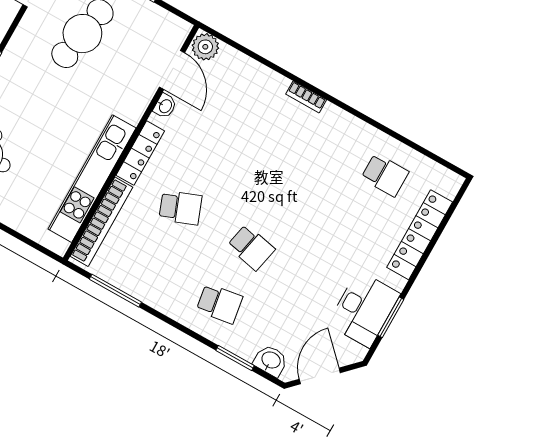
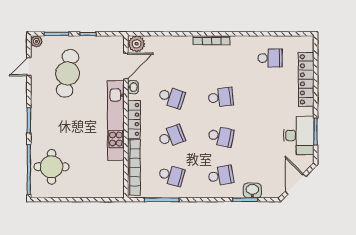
door: (172, 70) -> (126, 66), hinge flipped
bookcase: (306, 97) -> (211, 40), width x1.56
school desk: (212, 152) -> (171, 97), added
kitchen unit: (92, 179) -> (116, 121), moved
school desk: (283, 191) -> (221, 97), added
school desk: (149, 264) -> (171, 176), added
washbasin: (271, 361) -> (252, 190), moved

